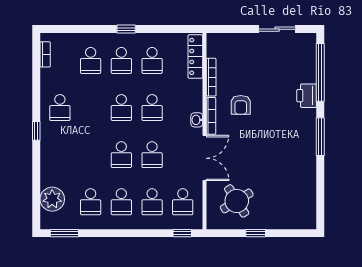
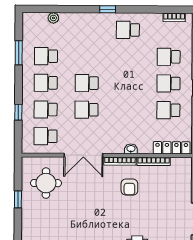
armchair: (241, 105) -> (129, 187), turned -90
school desk: (121, 108) -> (128, 83), removed
school desk: (152, 108) -> (127, 110), removed
washbasin: (197, 120) -> (131, 149), moved
plant: (52, 199) -> (53, 18), width x0.53, depth x0.53
round table: (237, 201) -> (46, 183), turned 32
window: (64, 233) -> (19, 53), moved
window: (182, 233) -> (18, 112), moved

